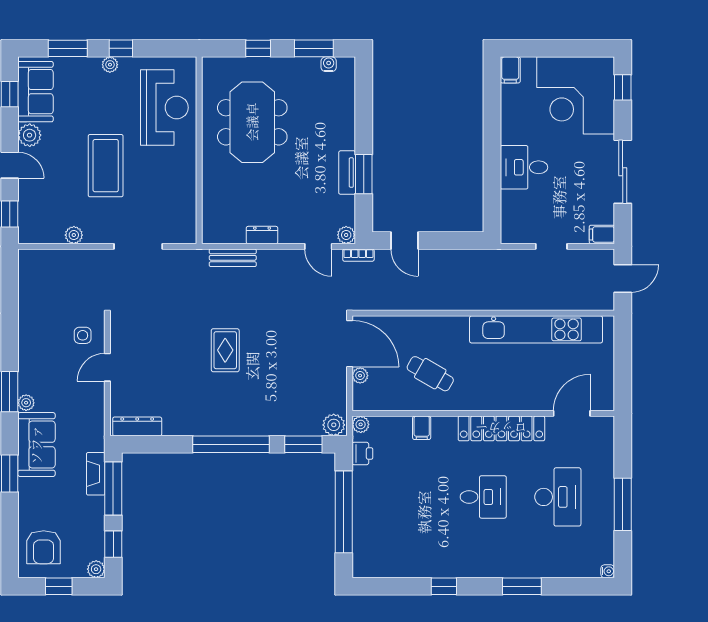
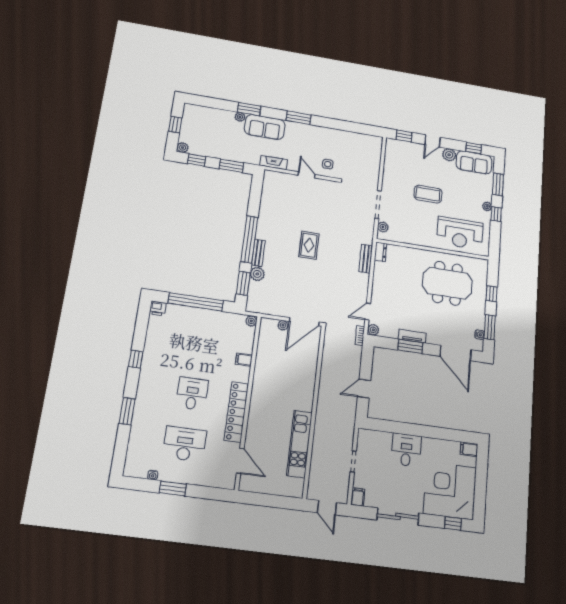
door: (364, 101) -> (456, 353), added
coffee table: (106, 166) -> (428, 194), width x0.73, depth x0.76
plant: (74, 235) -> (383, 227), moved
dresser: (262, 235) -> (381, 252), moved
door: (404, 241) -> (364, 389), moved
kitchen unit: (536, 329) -> (300, 444), width x0.73
rug: (225, 350) -> (309, 245), turned 90
cafe table: (430, 374) -> (279, 370), removed
plant: (26, 403) -> (240, 117), moved
plant: (334, 425) -> (257, 274), moved
dresser: (137, 426) -> (268, 186), removed
bench: (251, 428) -> (258, 253), added
printer: (362, 454) -> (158, 308), moved
fireplace: (96, 474) -> (274, 163), moved
window: (113, 489) -> (231, 166), width x0.69
desk: (483, 497) -> (192, 394), turned 180
desk: (558, 497) -> (185, 444), turned 180
window: (623, 504) -> (173, 488), width x0.69
armchair: (44, 547) -> (201, 120), removed
water cooler: (608, 571) -> (153, 475), moved

